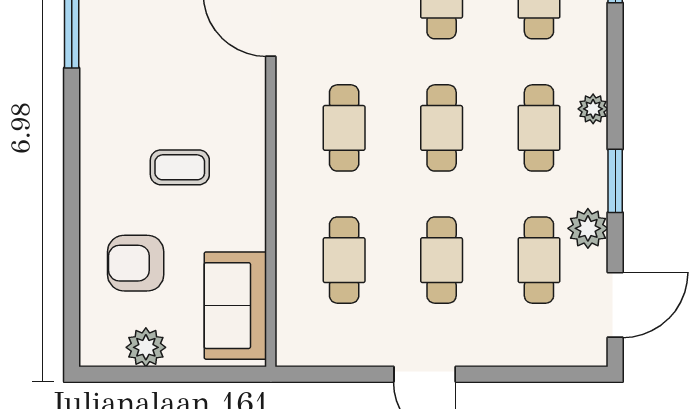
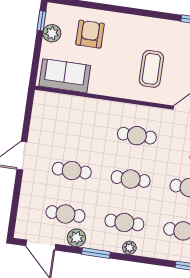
coffee table: (180, 167) -> (151, 69), moved, width x1.36, depth x1.30
cafe table: (344, 260) -> (78, 127), removed
window: (122, 374) -> (41, 21), added

